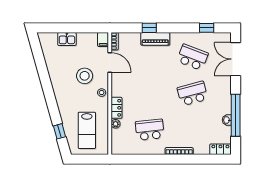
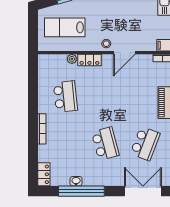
door: (110, 62) -> (124, 53), moved
stool: (85, 76) -> (125, 25), removed

